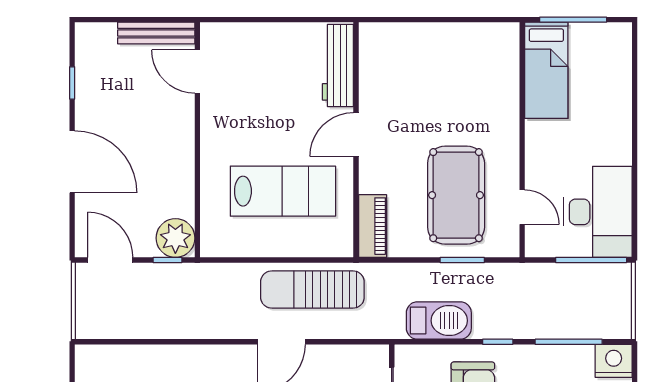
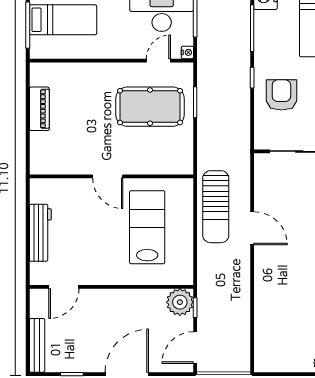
bench: (156, 33) -> (37, 345), moved
workbench: (338, 66) -> (40, 233), moved, turned -90
bed: (546, 70) -> (63, 20), moved
piano: (373, 226) -> (39, 109), moved, turned 90
nightstand: (534, 249) -> (187, 52), added
barbecue: (439, 321) -> (237, 119), removed

